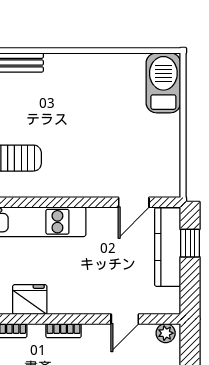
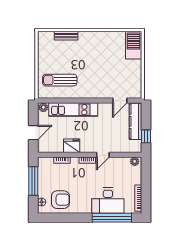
window: (190, 243) -> (146, 136), moved
door: (125, 319) -> (103, 155), moved

